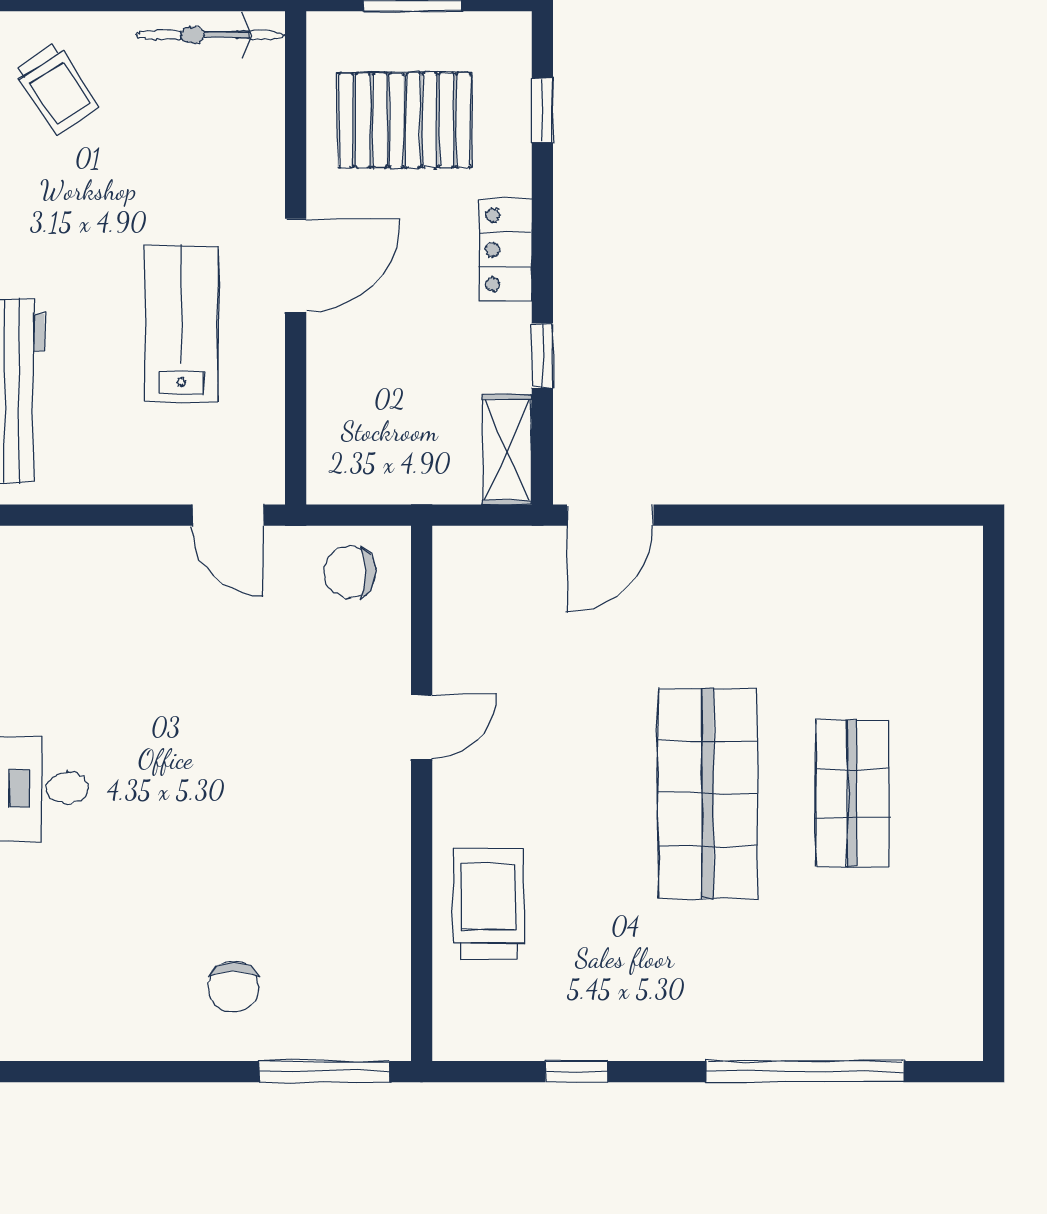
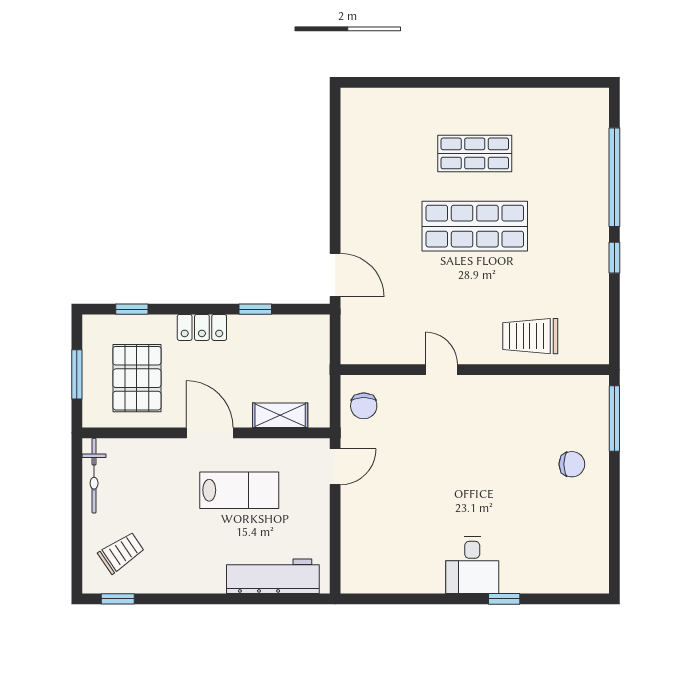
lab bench: (181, 324) -> (239, 490), turned 180
shelving: (507, 450) -> (280, 415), moved
window: (577, 1072) -> (614, 258), moved

